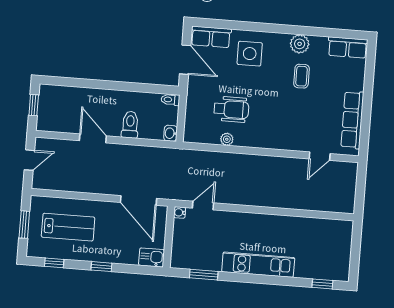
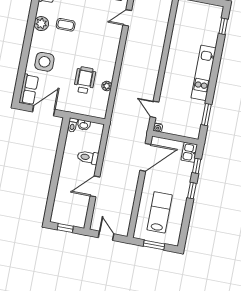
washbasin: (171, 133) -> (84, 125), moved
door: (320, 156) -> (127, 18), swing flipped
window: (54, 263) -> (197, 166), moved

